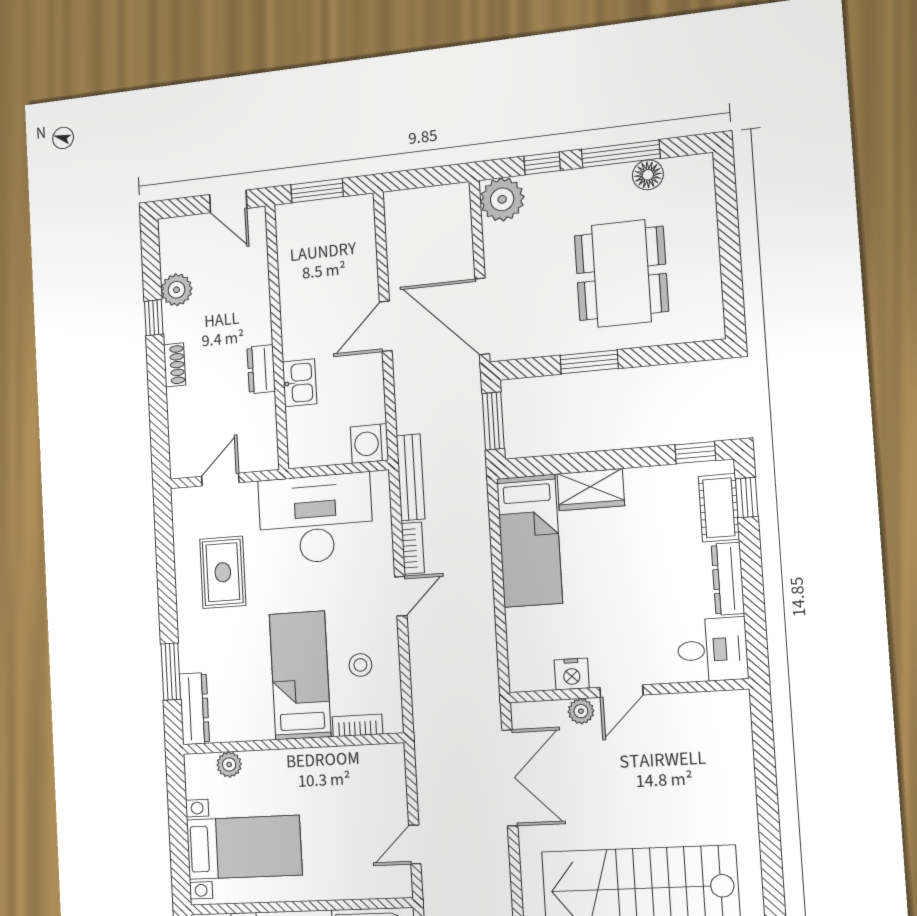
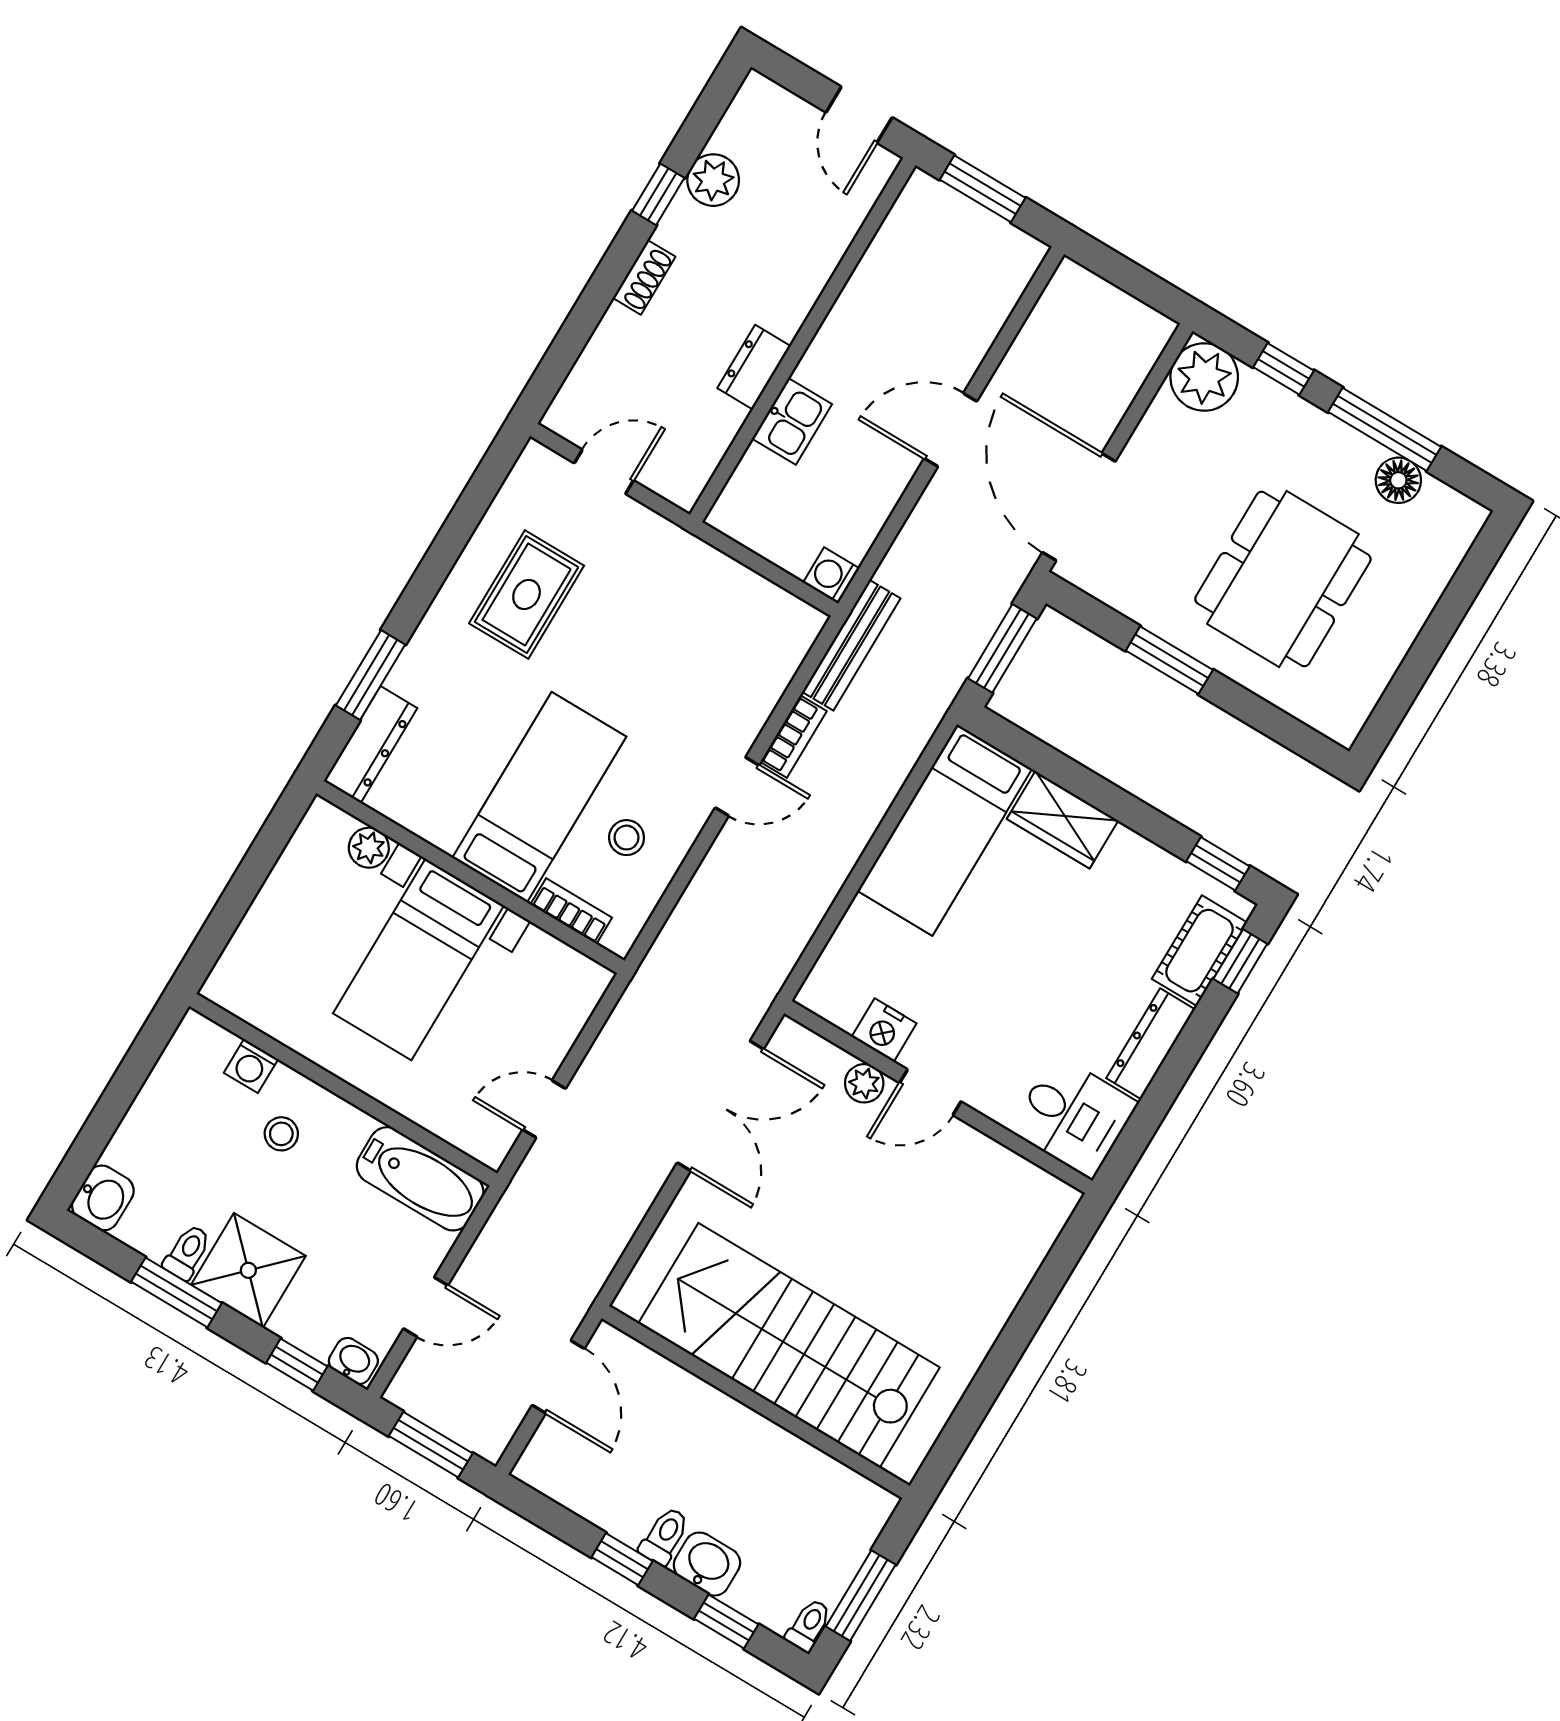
washing machine: (369, 444) -> (831, 575), width x0.73, depth x0.73
desk: (316, 519) -> (694, 611), removed
bed with nightstands: (244, 847) -> (419, 959), moved, turned 90

